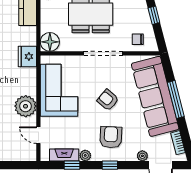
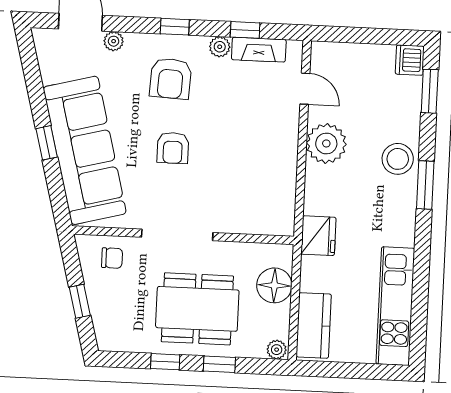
floor lamp: (50, 42) -> (274, 285), moved
corner sofa: (59, 90) -> (263, 170), removed
window: (176, 99) -> (47, 143), width x0.46
armchair: (108, 100) -> (173, 148), turned 50
bookcase: (178, 143) -> (46, 62), removed

